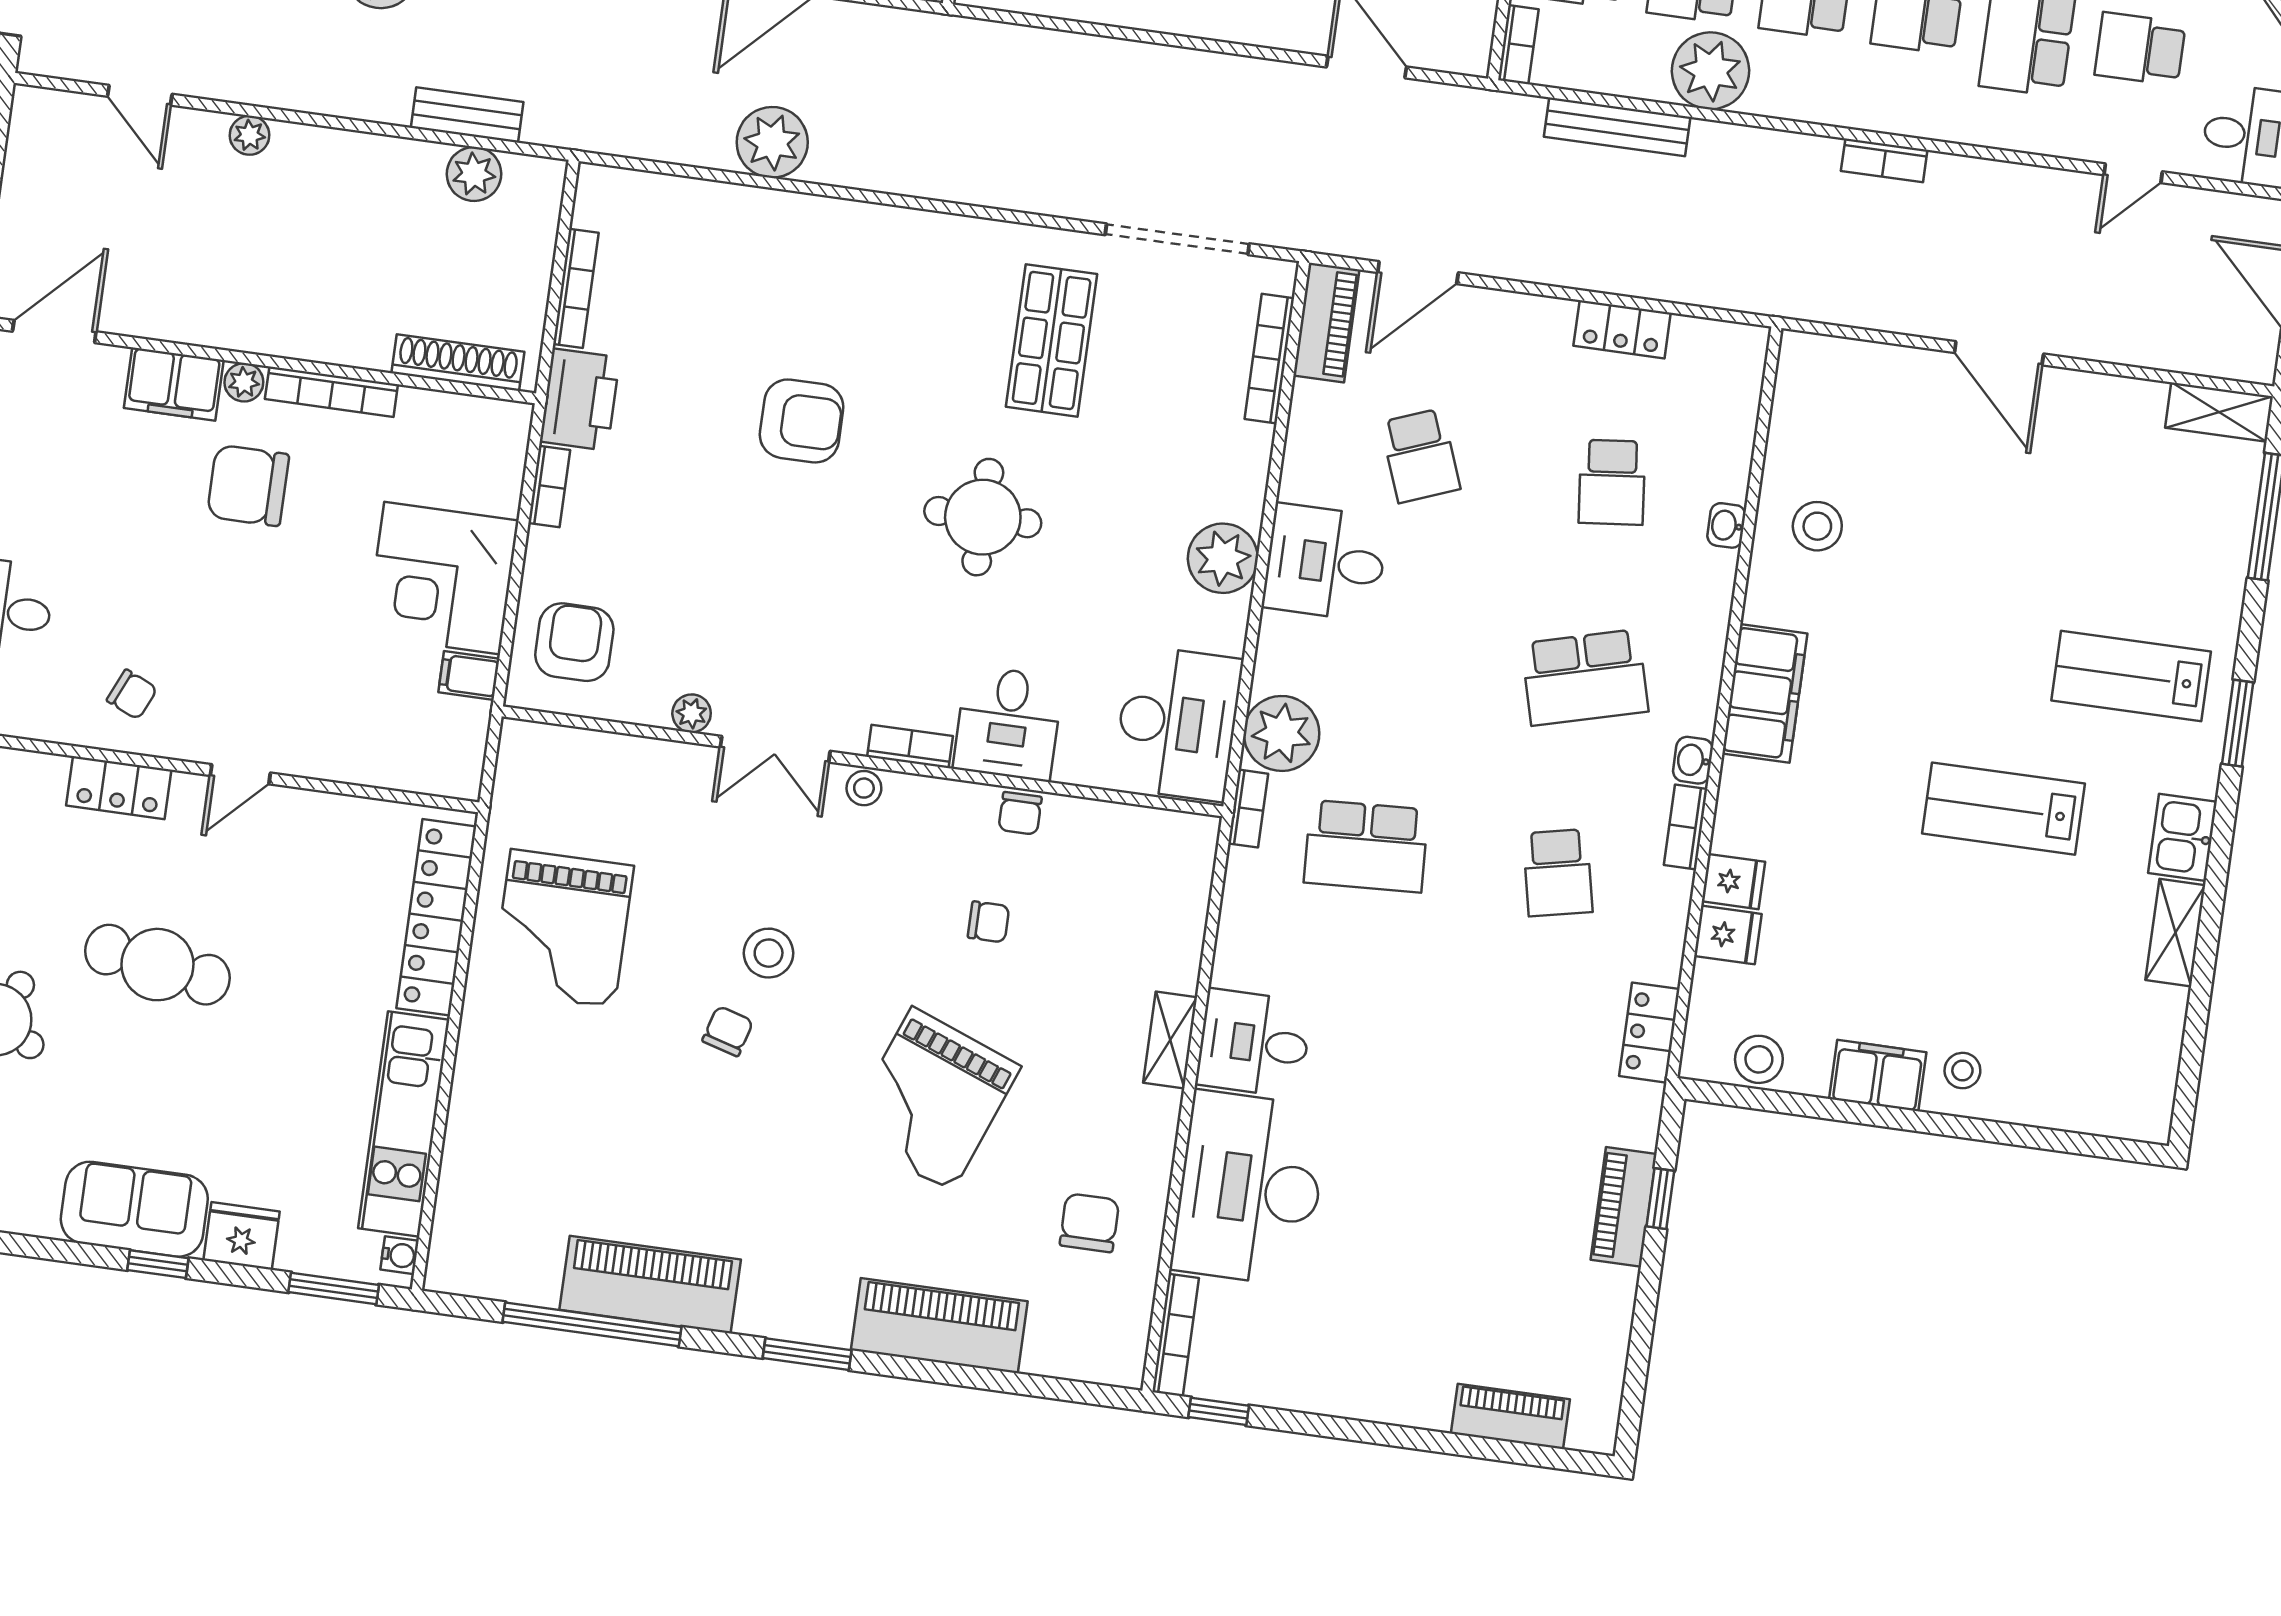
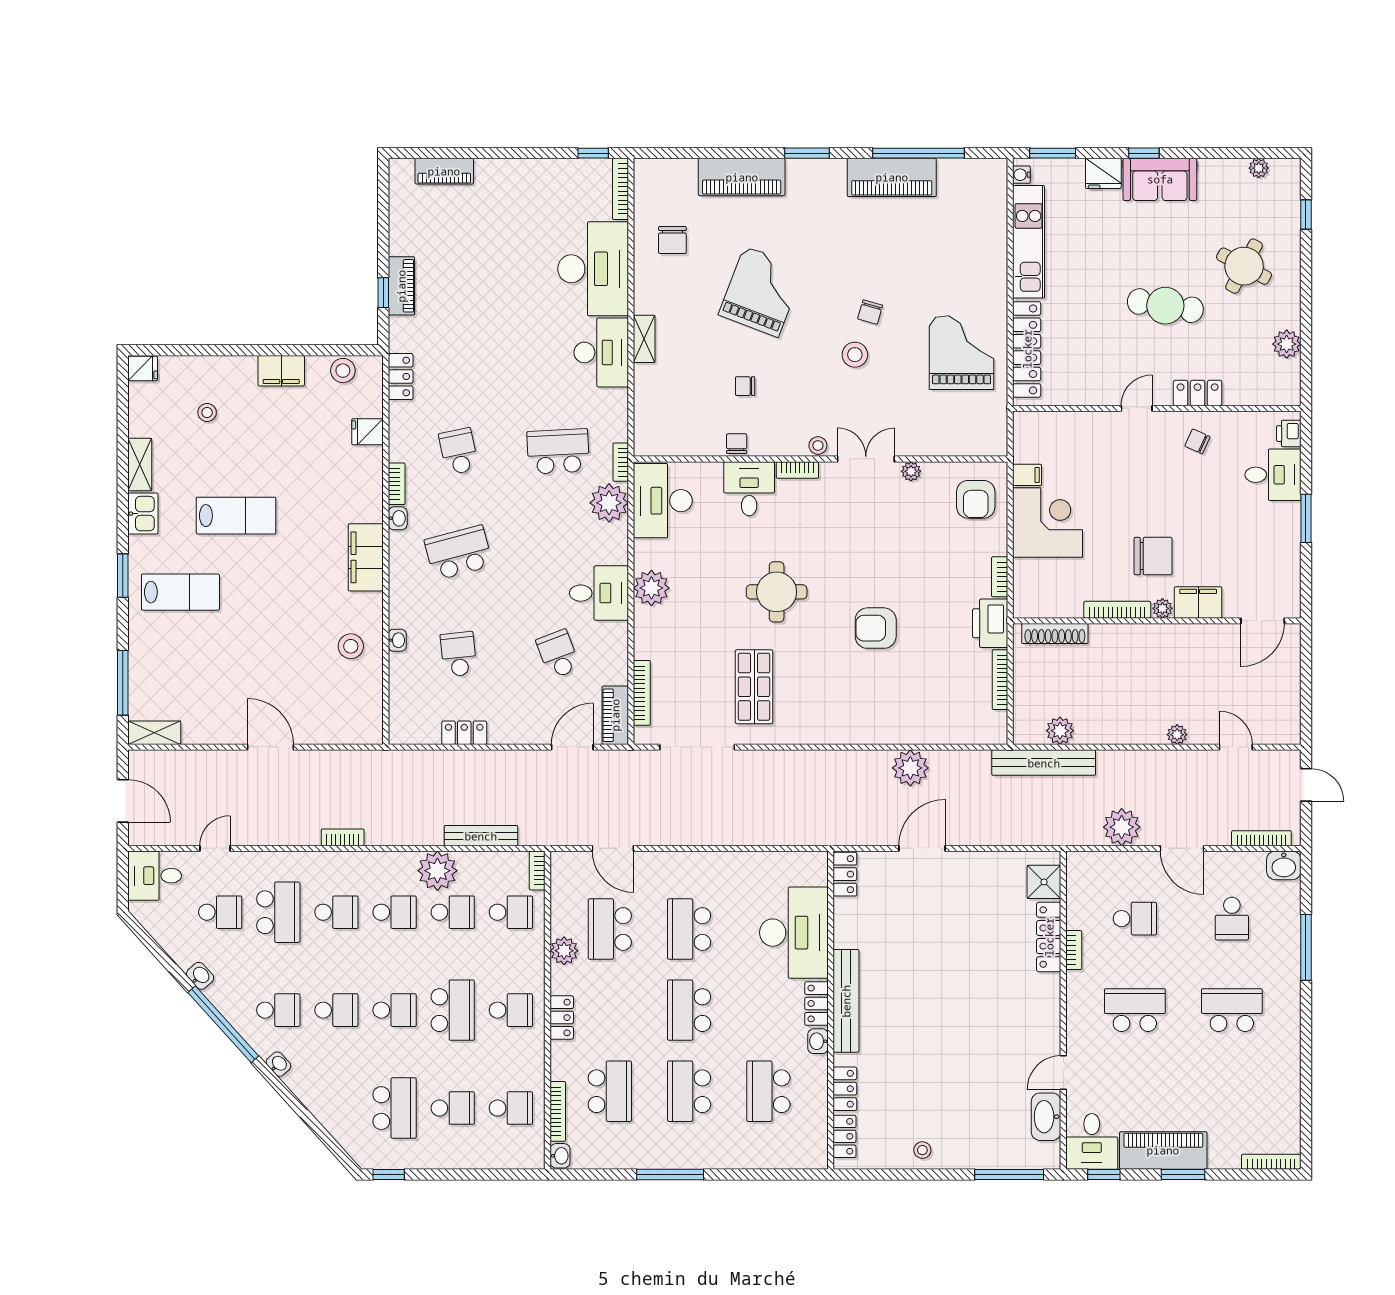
bench: (467, 115) -> (1044, 763), width x1.86, depth x1.21
fridge: (1733, 882) -> (143, 368), moved, turned 180
desk: (1254, 1043) -> (601, 352), width x1.37
stool: (1962, 1071) -> (207, 412), moved

